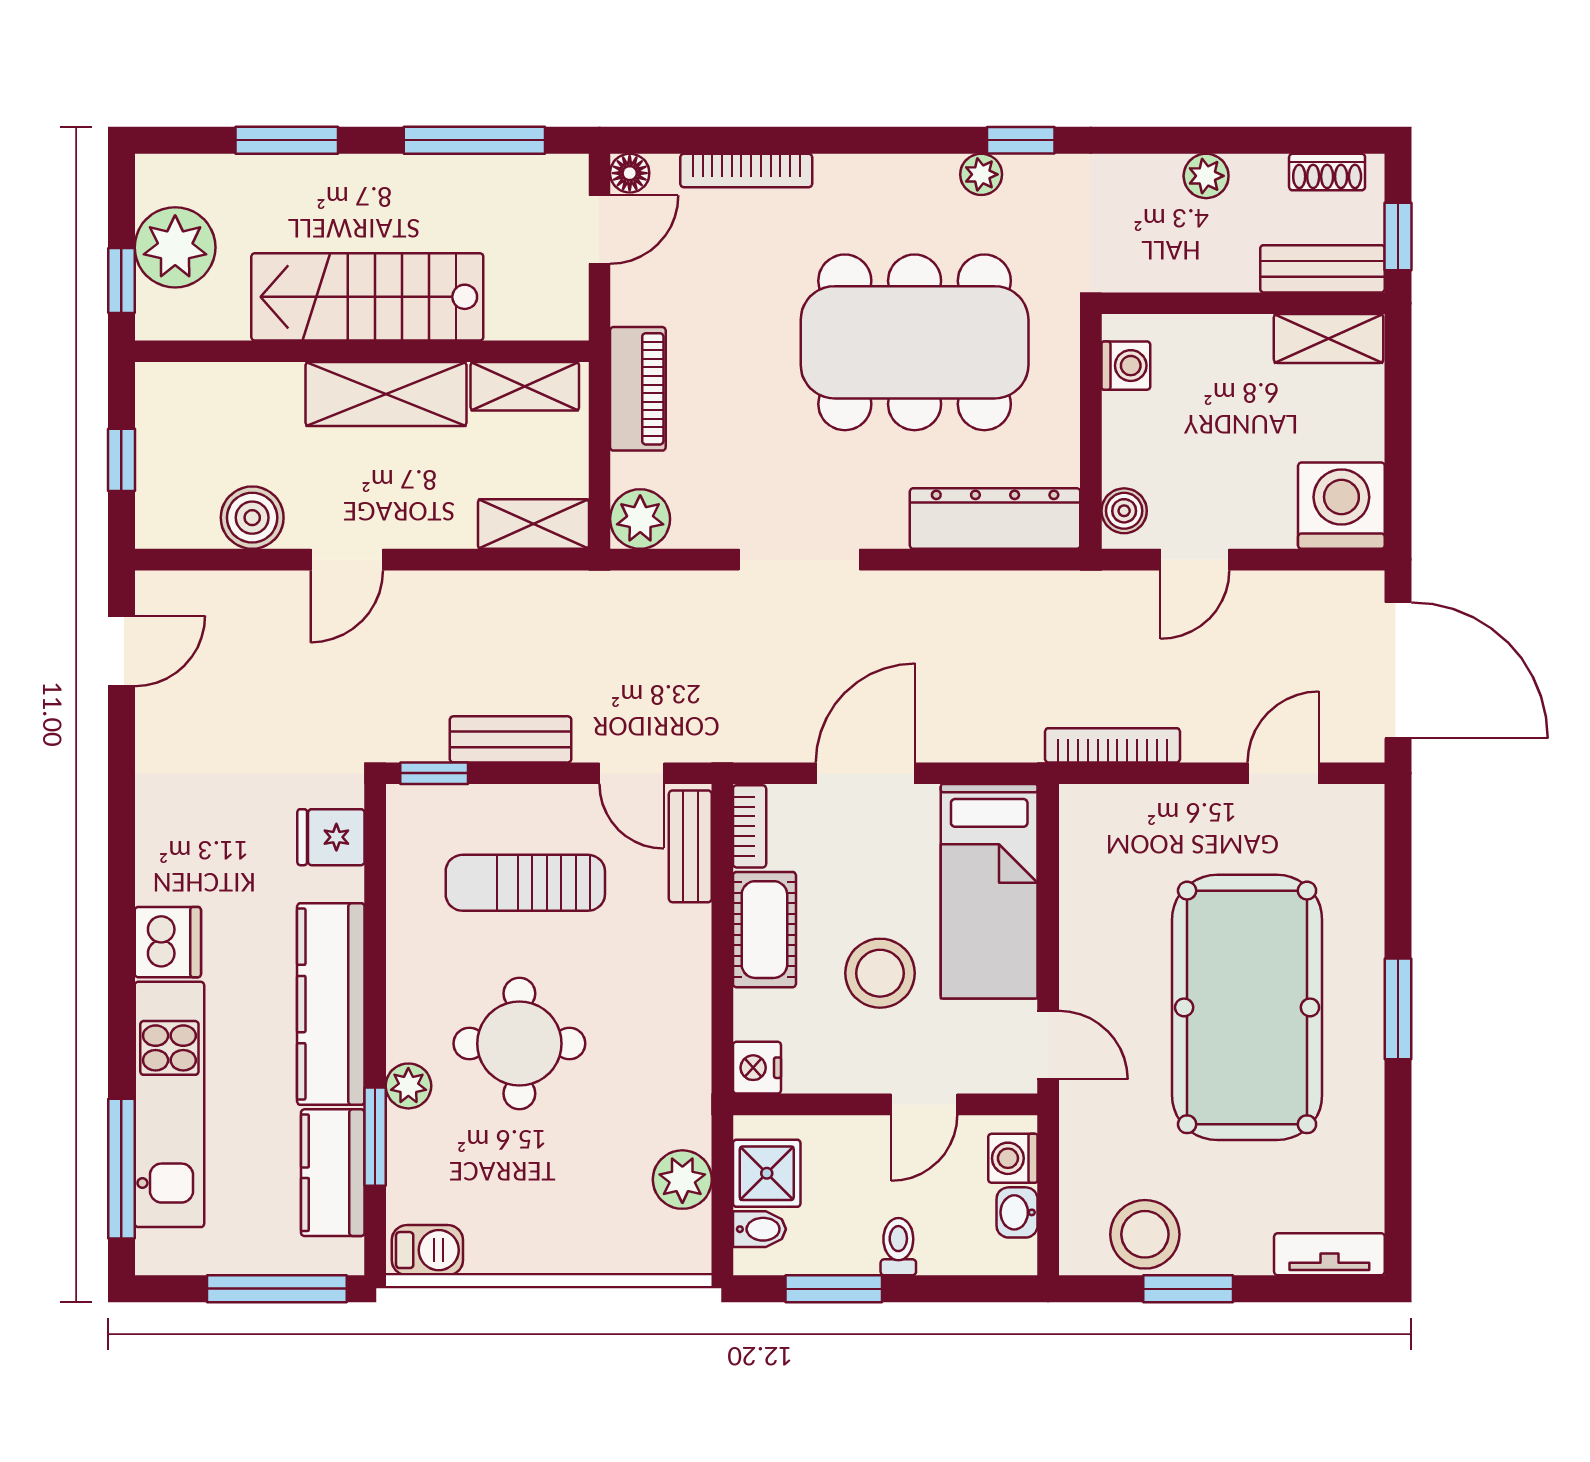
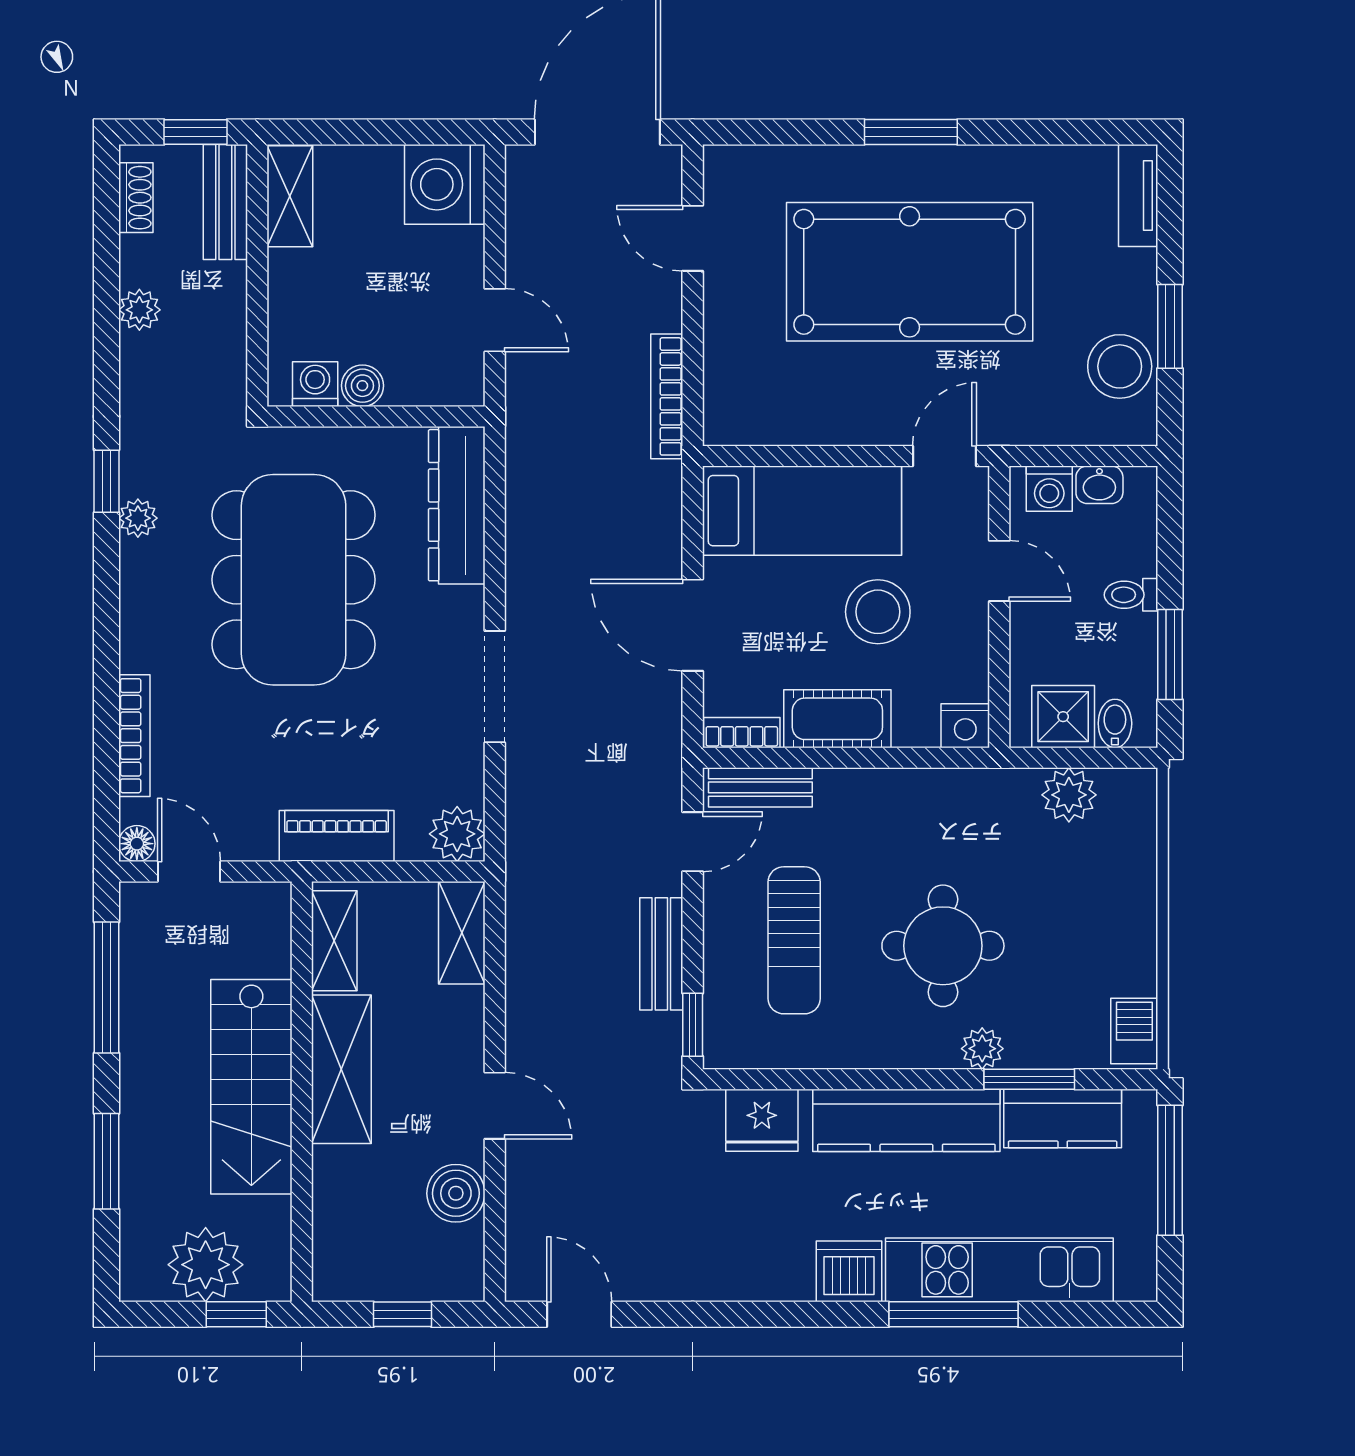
boiler: (1124, 511) -> (362, 386), moved
fridge: (331, 837) -> (762, 1120), width x1.38
window: (121, 1169) -> (953, 1314), moved

